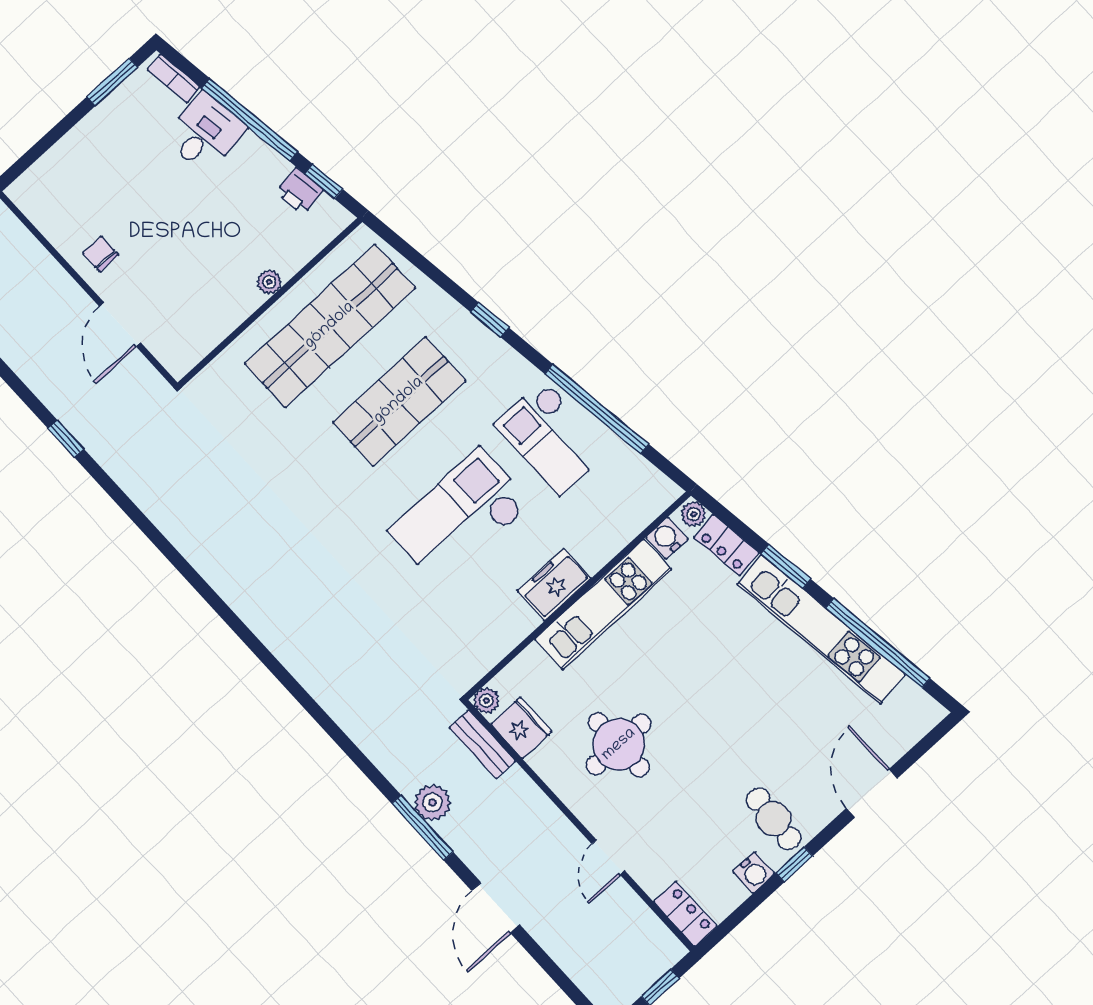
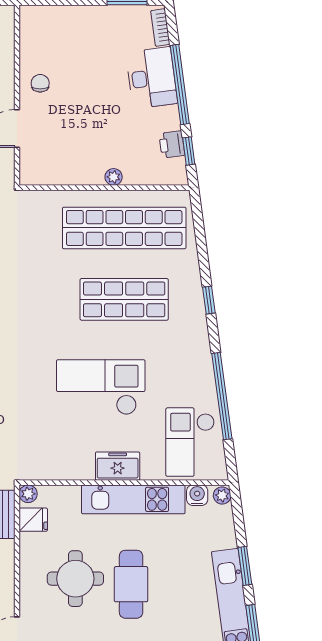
desk: (205, 133) -> (152, 78), width x1.37
checkout: (552, 437) -> (190, 442), moved
locker: (727, 545) -> (224, 527), removed
cafe table: (683, 697) -> (131, 584), added
fridge: (521, 728) -> (33, 520), width x0.72

